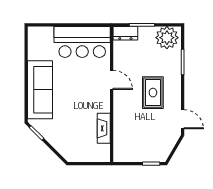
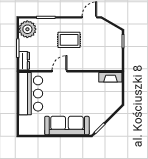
fireplace: (104, 128) -> (110, 77), moved

